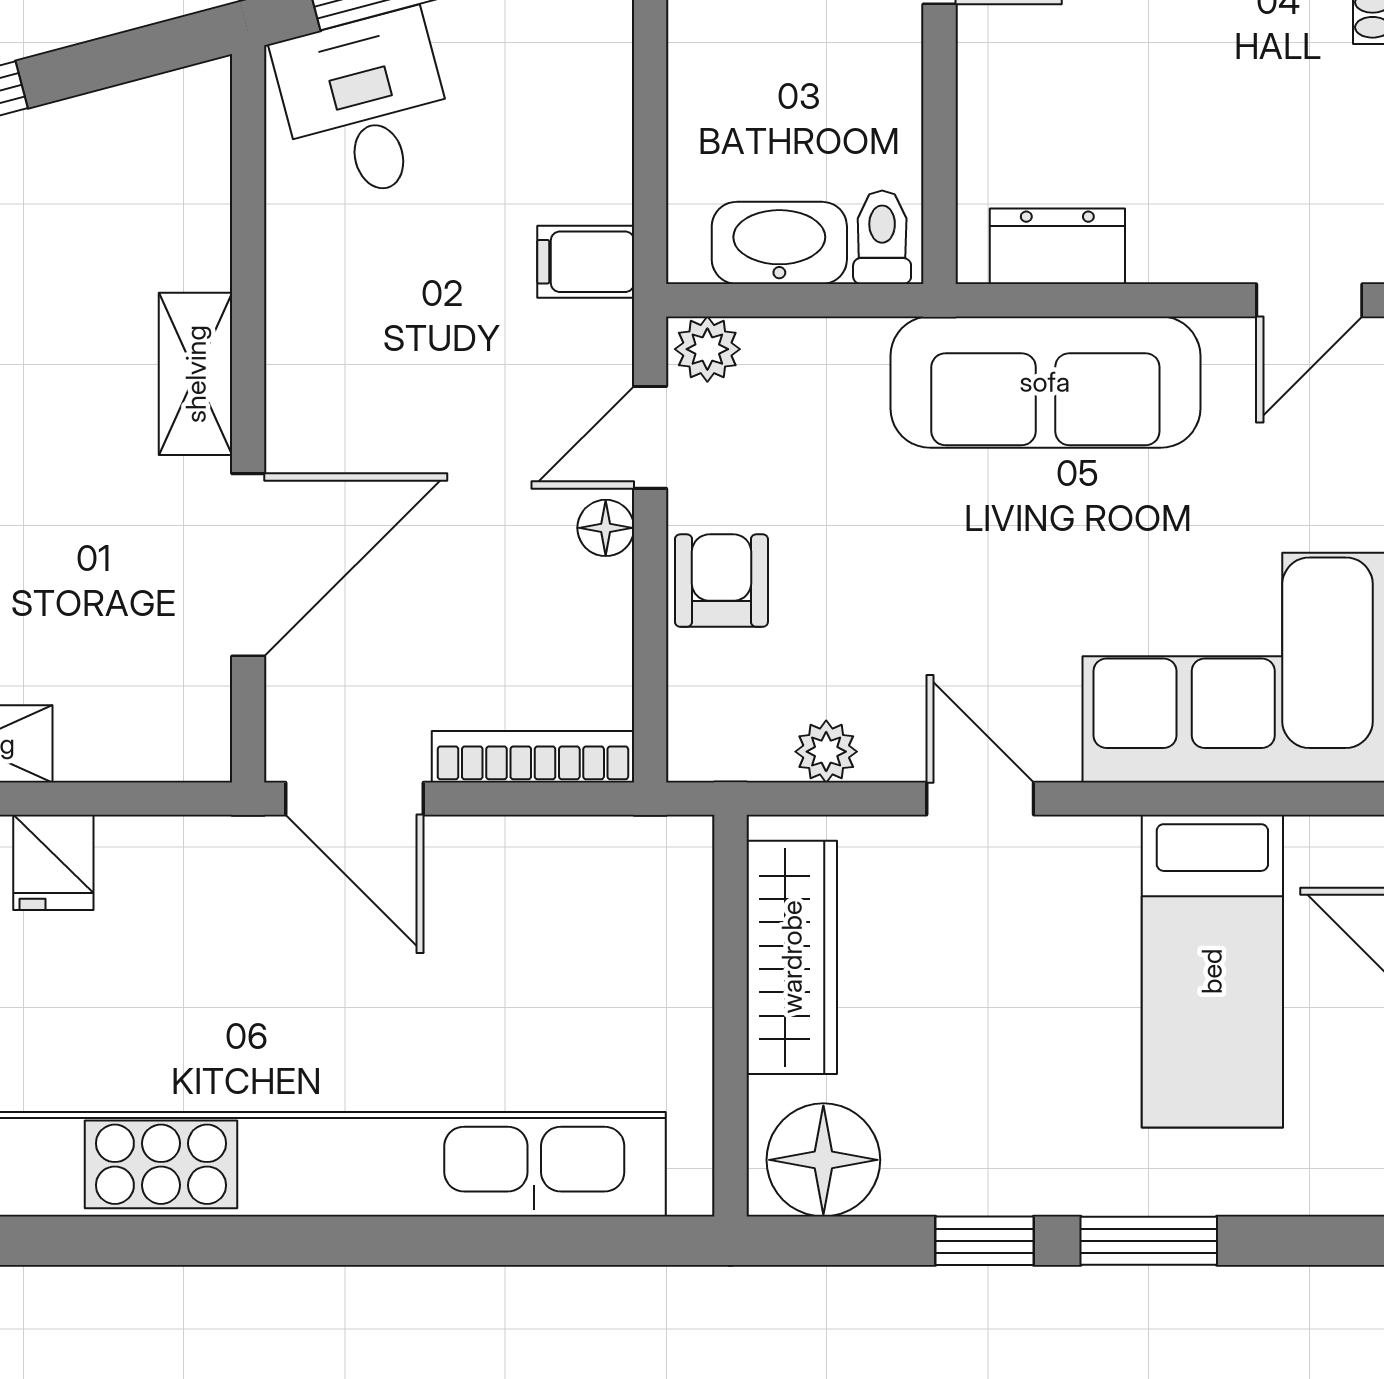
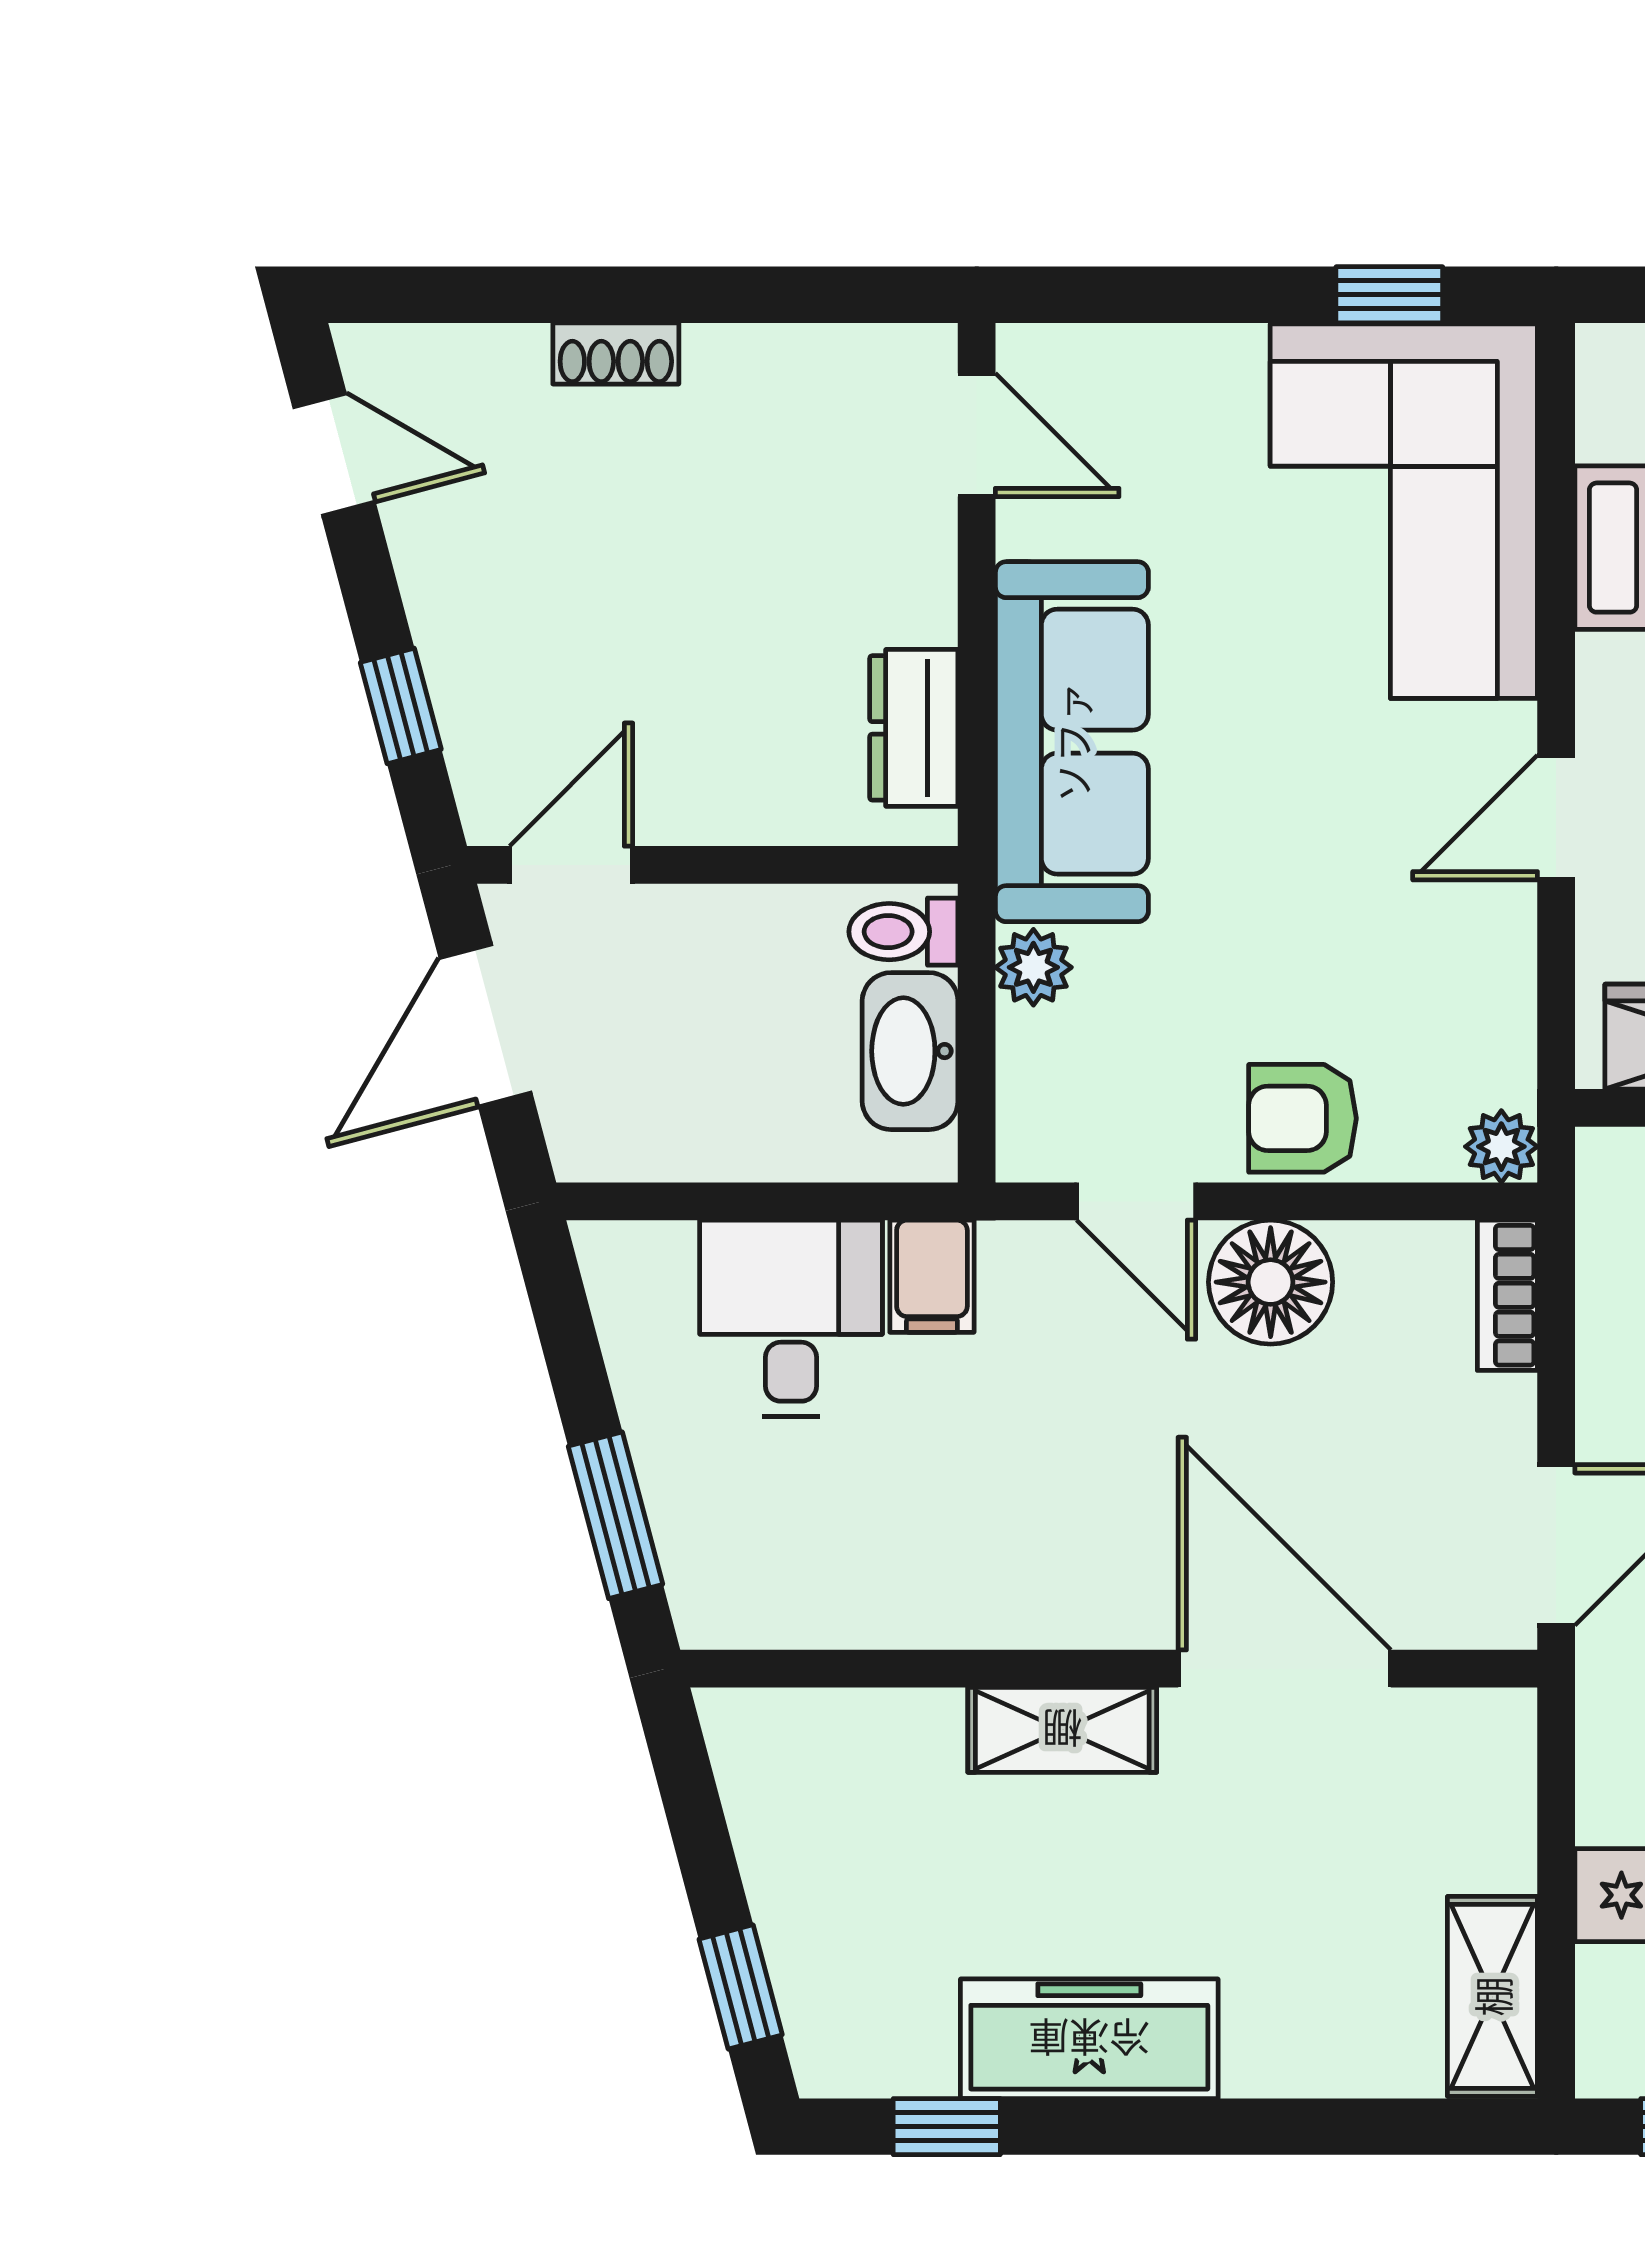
desk: (365, 106) -> (791, 1319), moved, turned 105
plant: (707, 349) -> (1033, 967), moved
floor lamp: (606, 528) -> (1271, 1282), width x1.89, depth x1.89
plant: (826, 752) -> (1501, 1147), moved
bookcase: (533, 757) -> (1507, 1295), width x0.64

